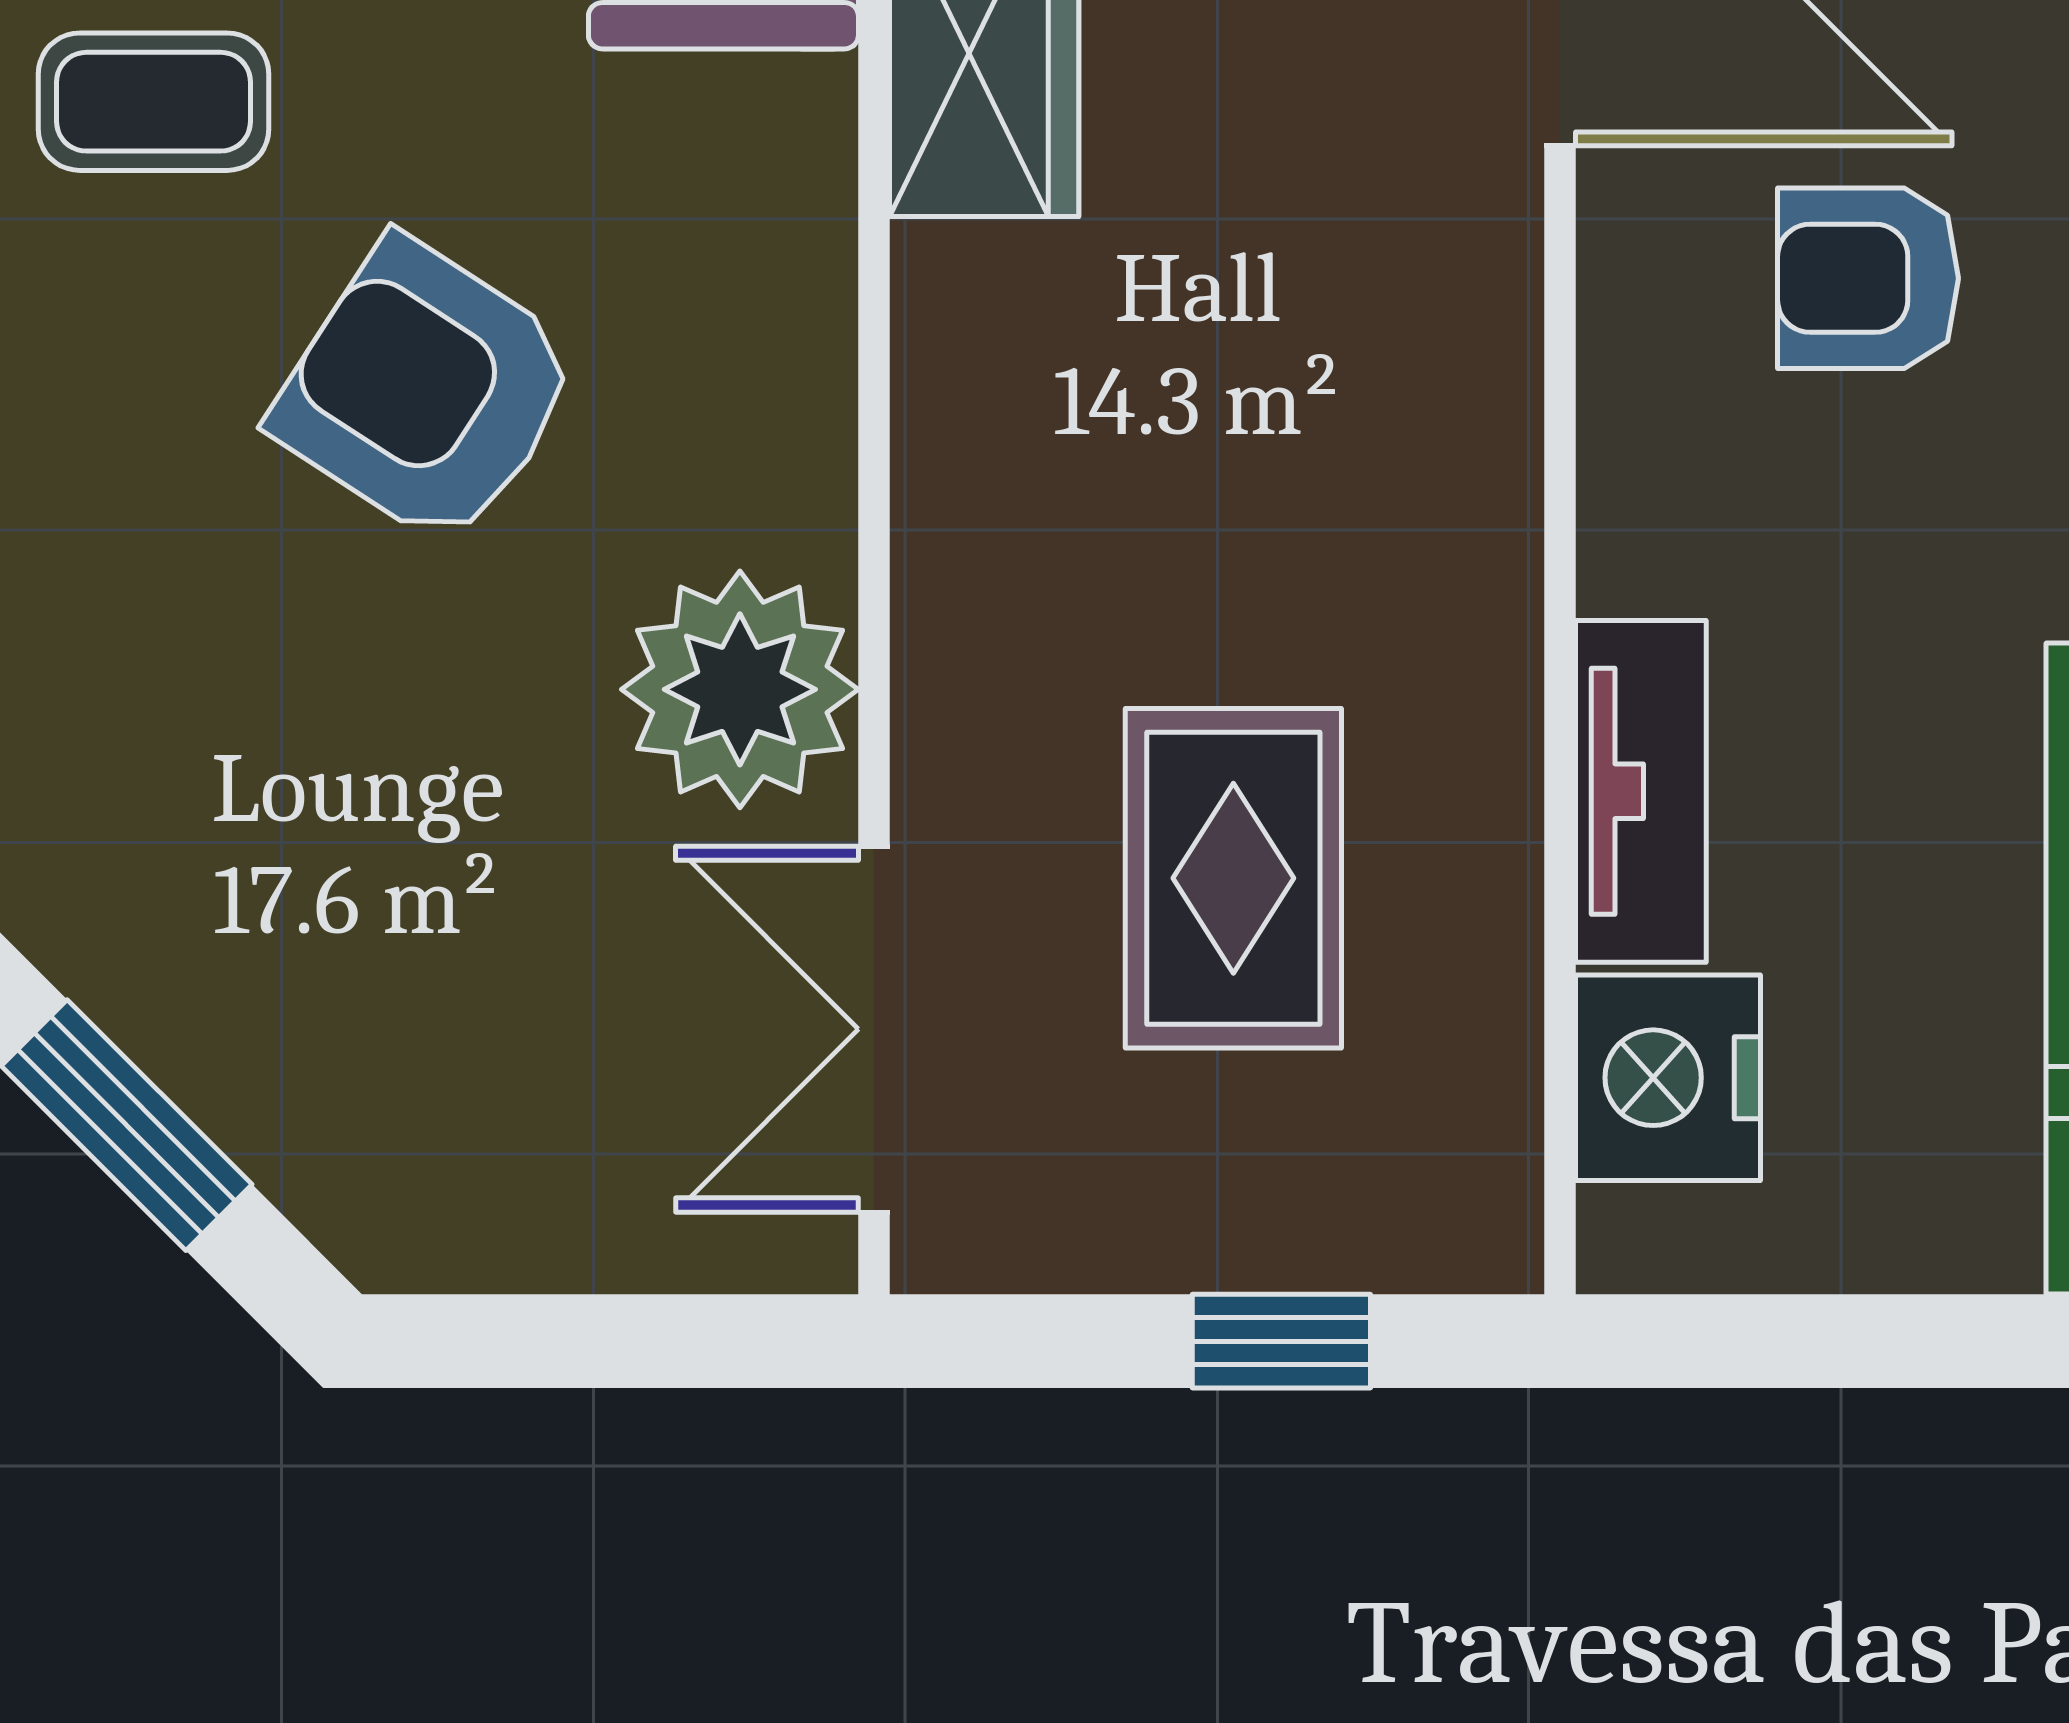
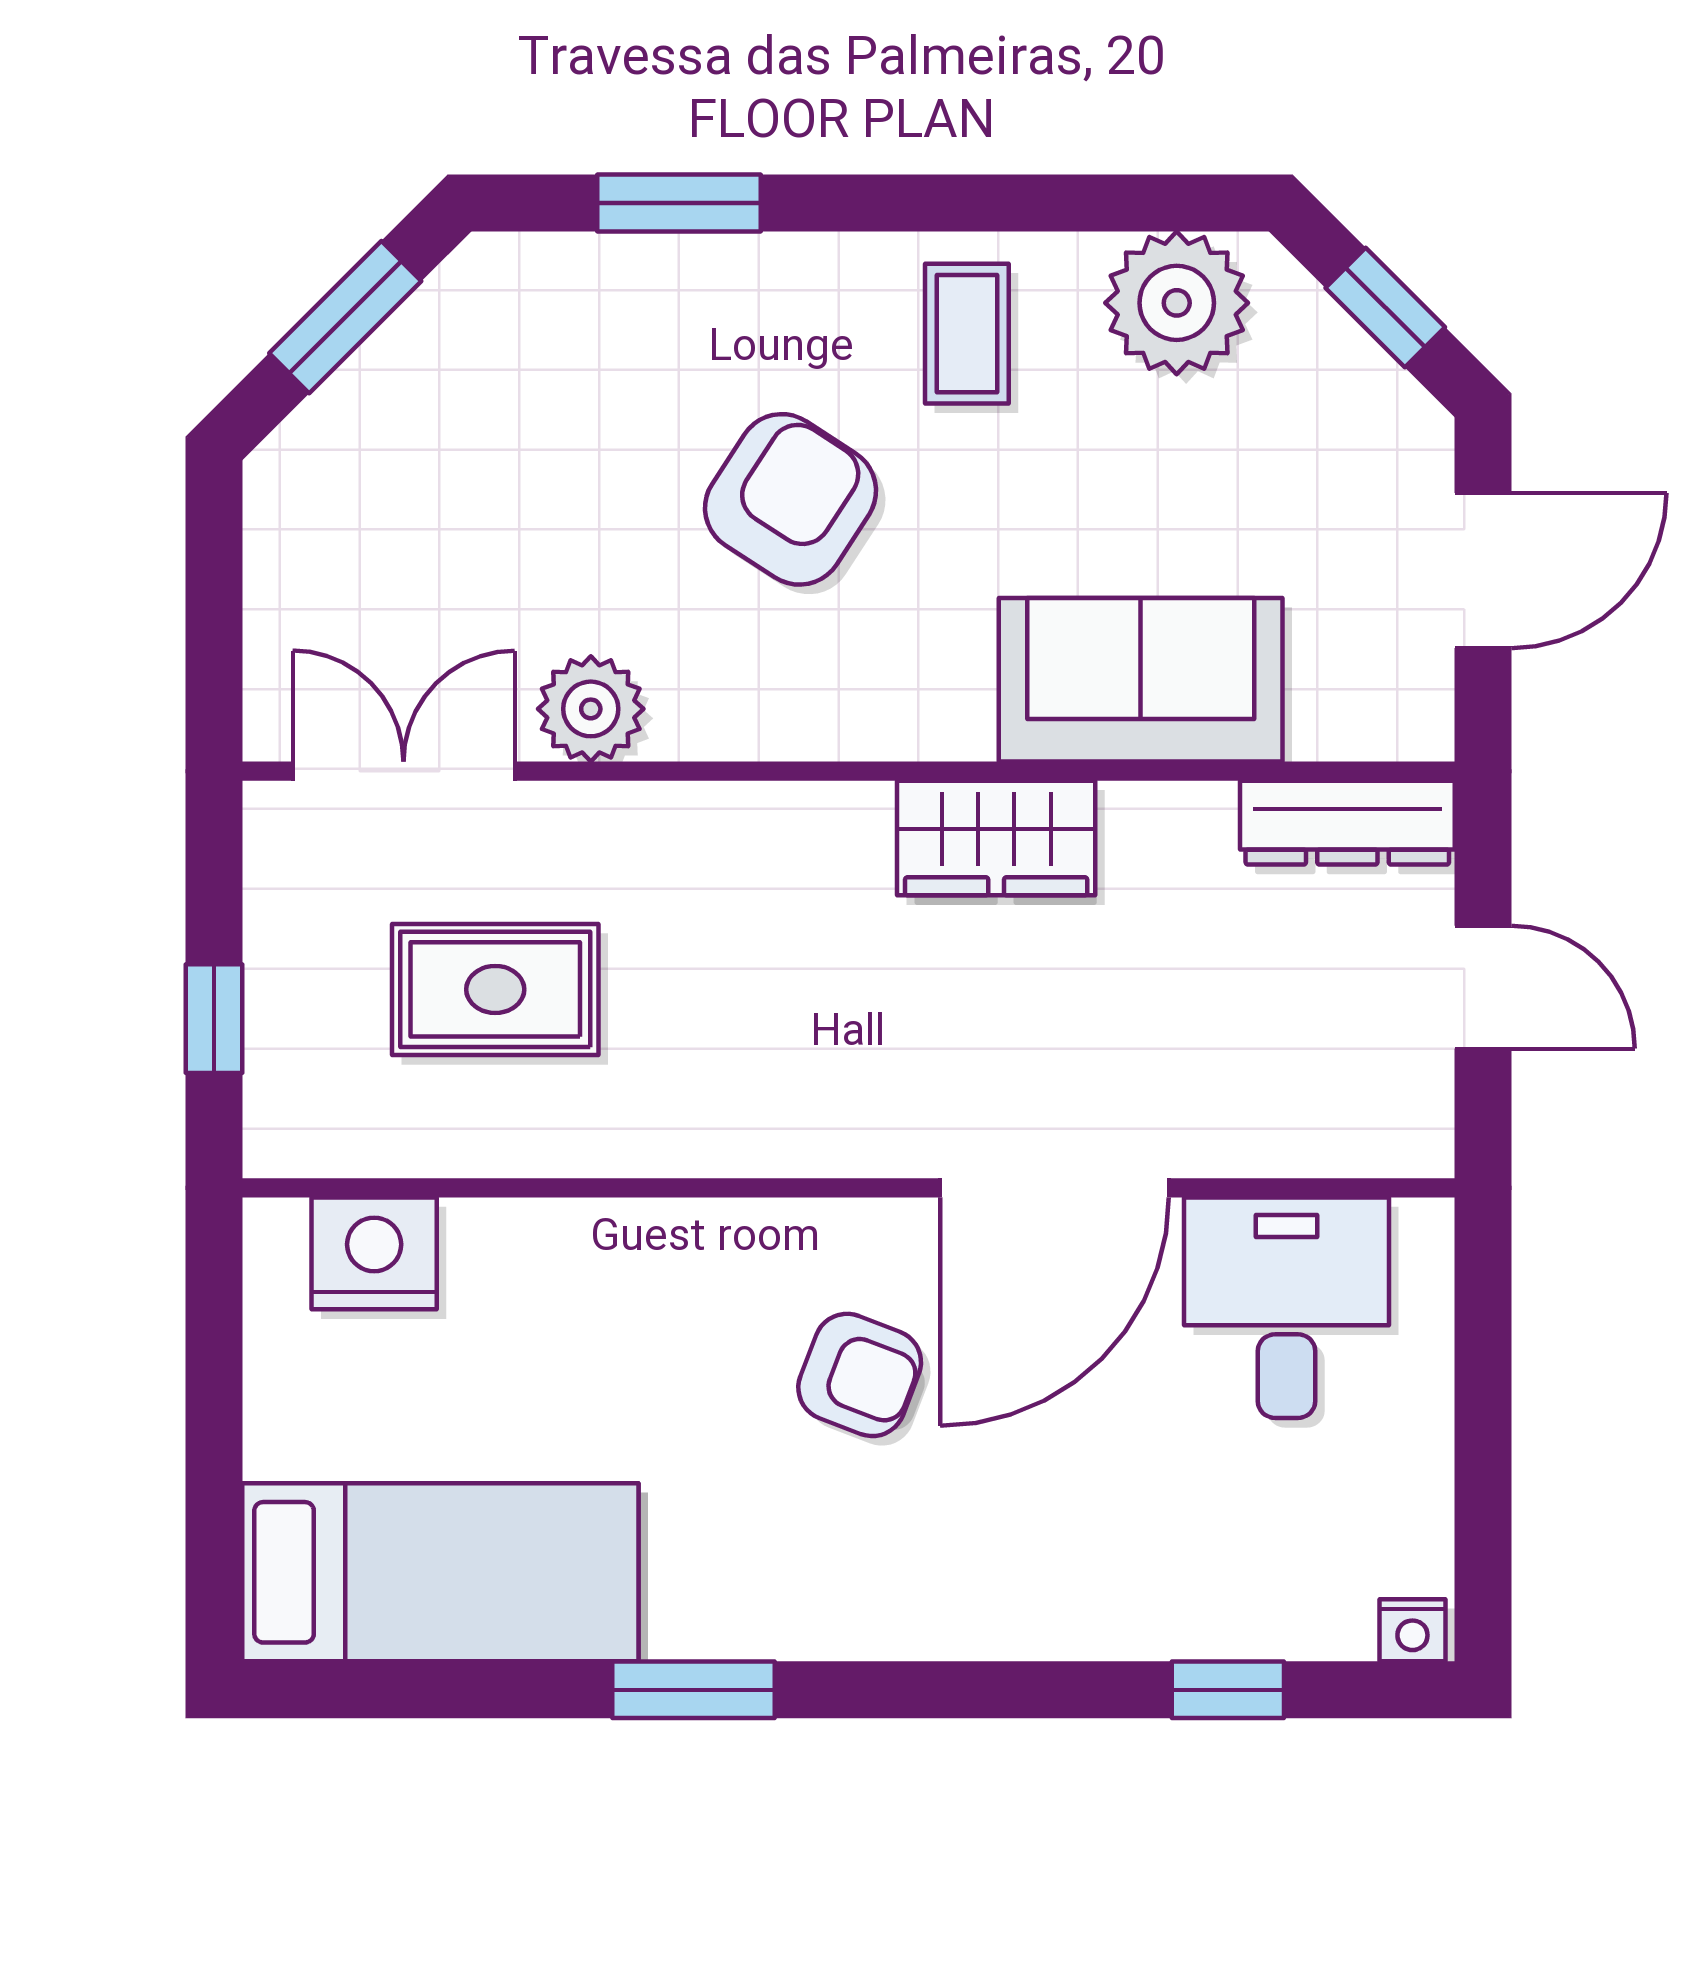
armchair: (1868, 278) -> (860, 1375), turned 111
plant: (740, 689) -> (591, 709), width x0.73, depth x0.73
tv unit: (1641, 791) -> (548, 1237), removed

